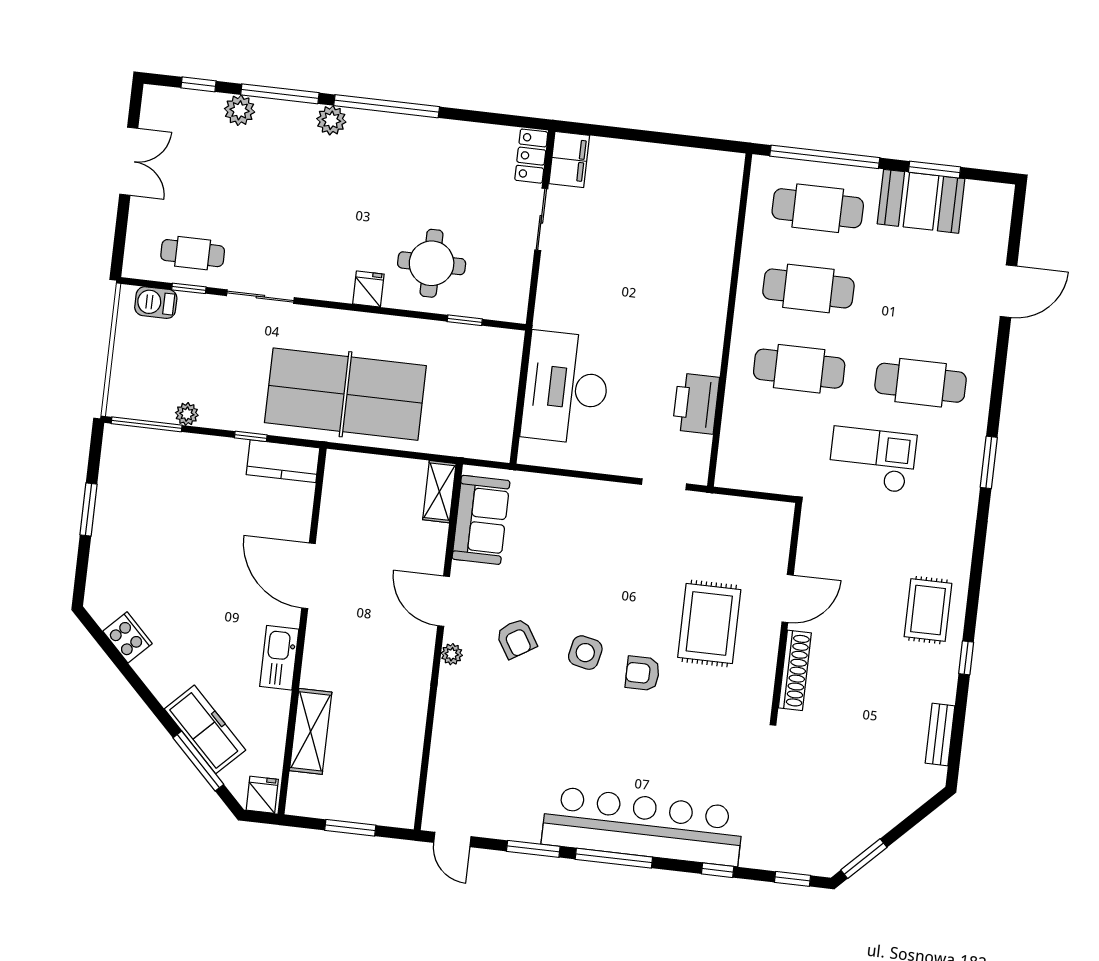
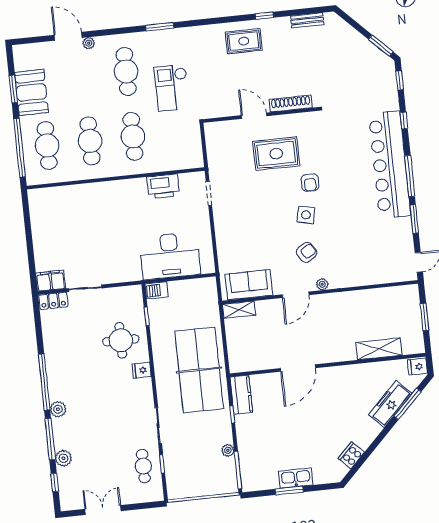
barbecue: (156, 303) -> (157, 290), moved, turned 90
plant: (988, 326) -> (89, 43), added
kitchen sink: (279, 658) -> (296, 478), moved, turned 180

